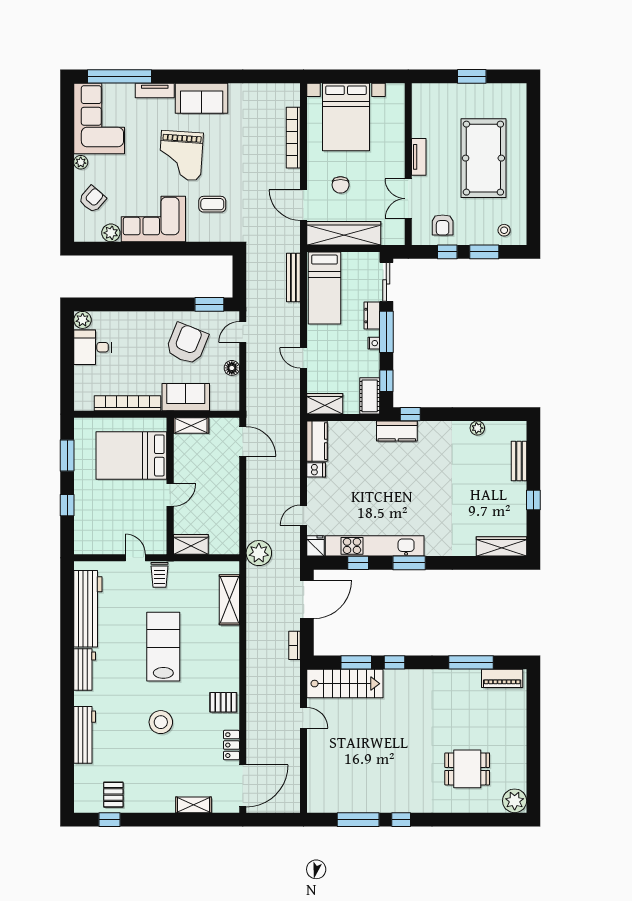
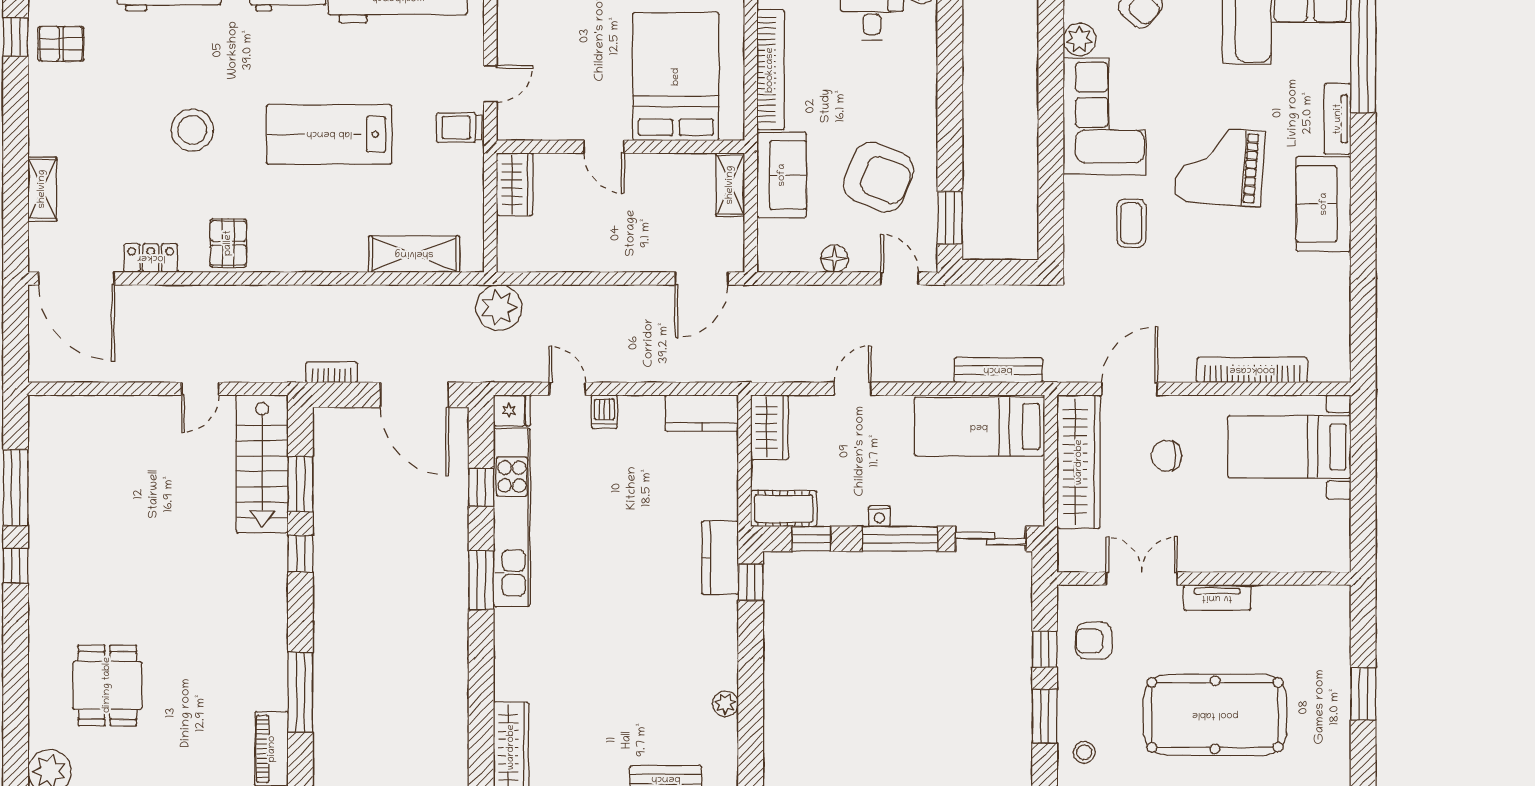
bed with nightstands: (346, 117) -> (1289, 447), width x0.73
dresser: (372, 316) -> (929, 513), removed
dishwasher: (316, 470) -> (604, 412), moved
lab bench: (163, 647) -> (329, 134), turned 180

